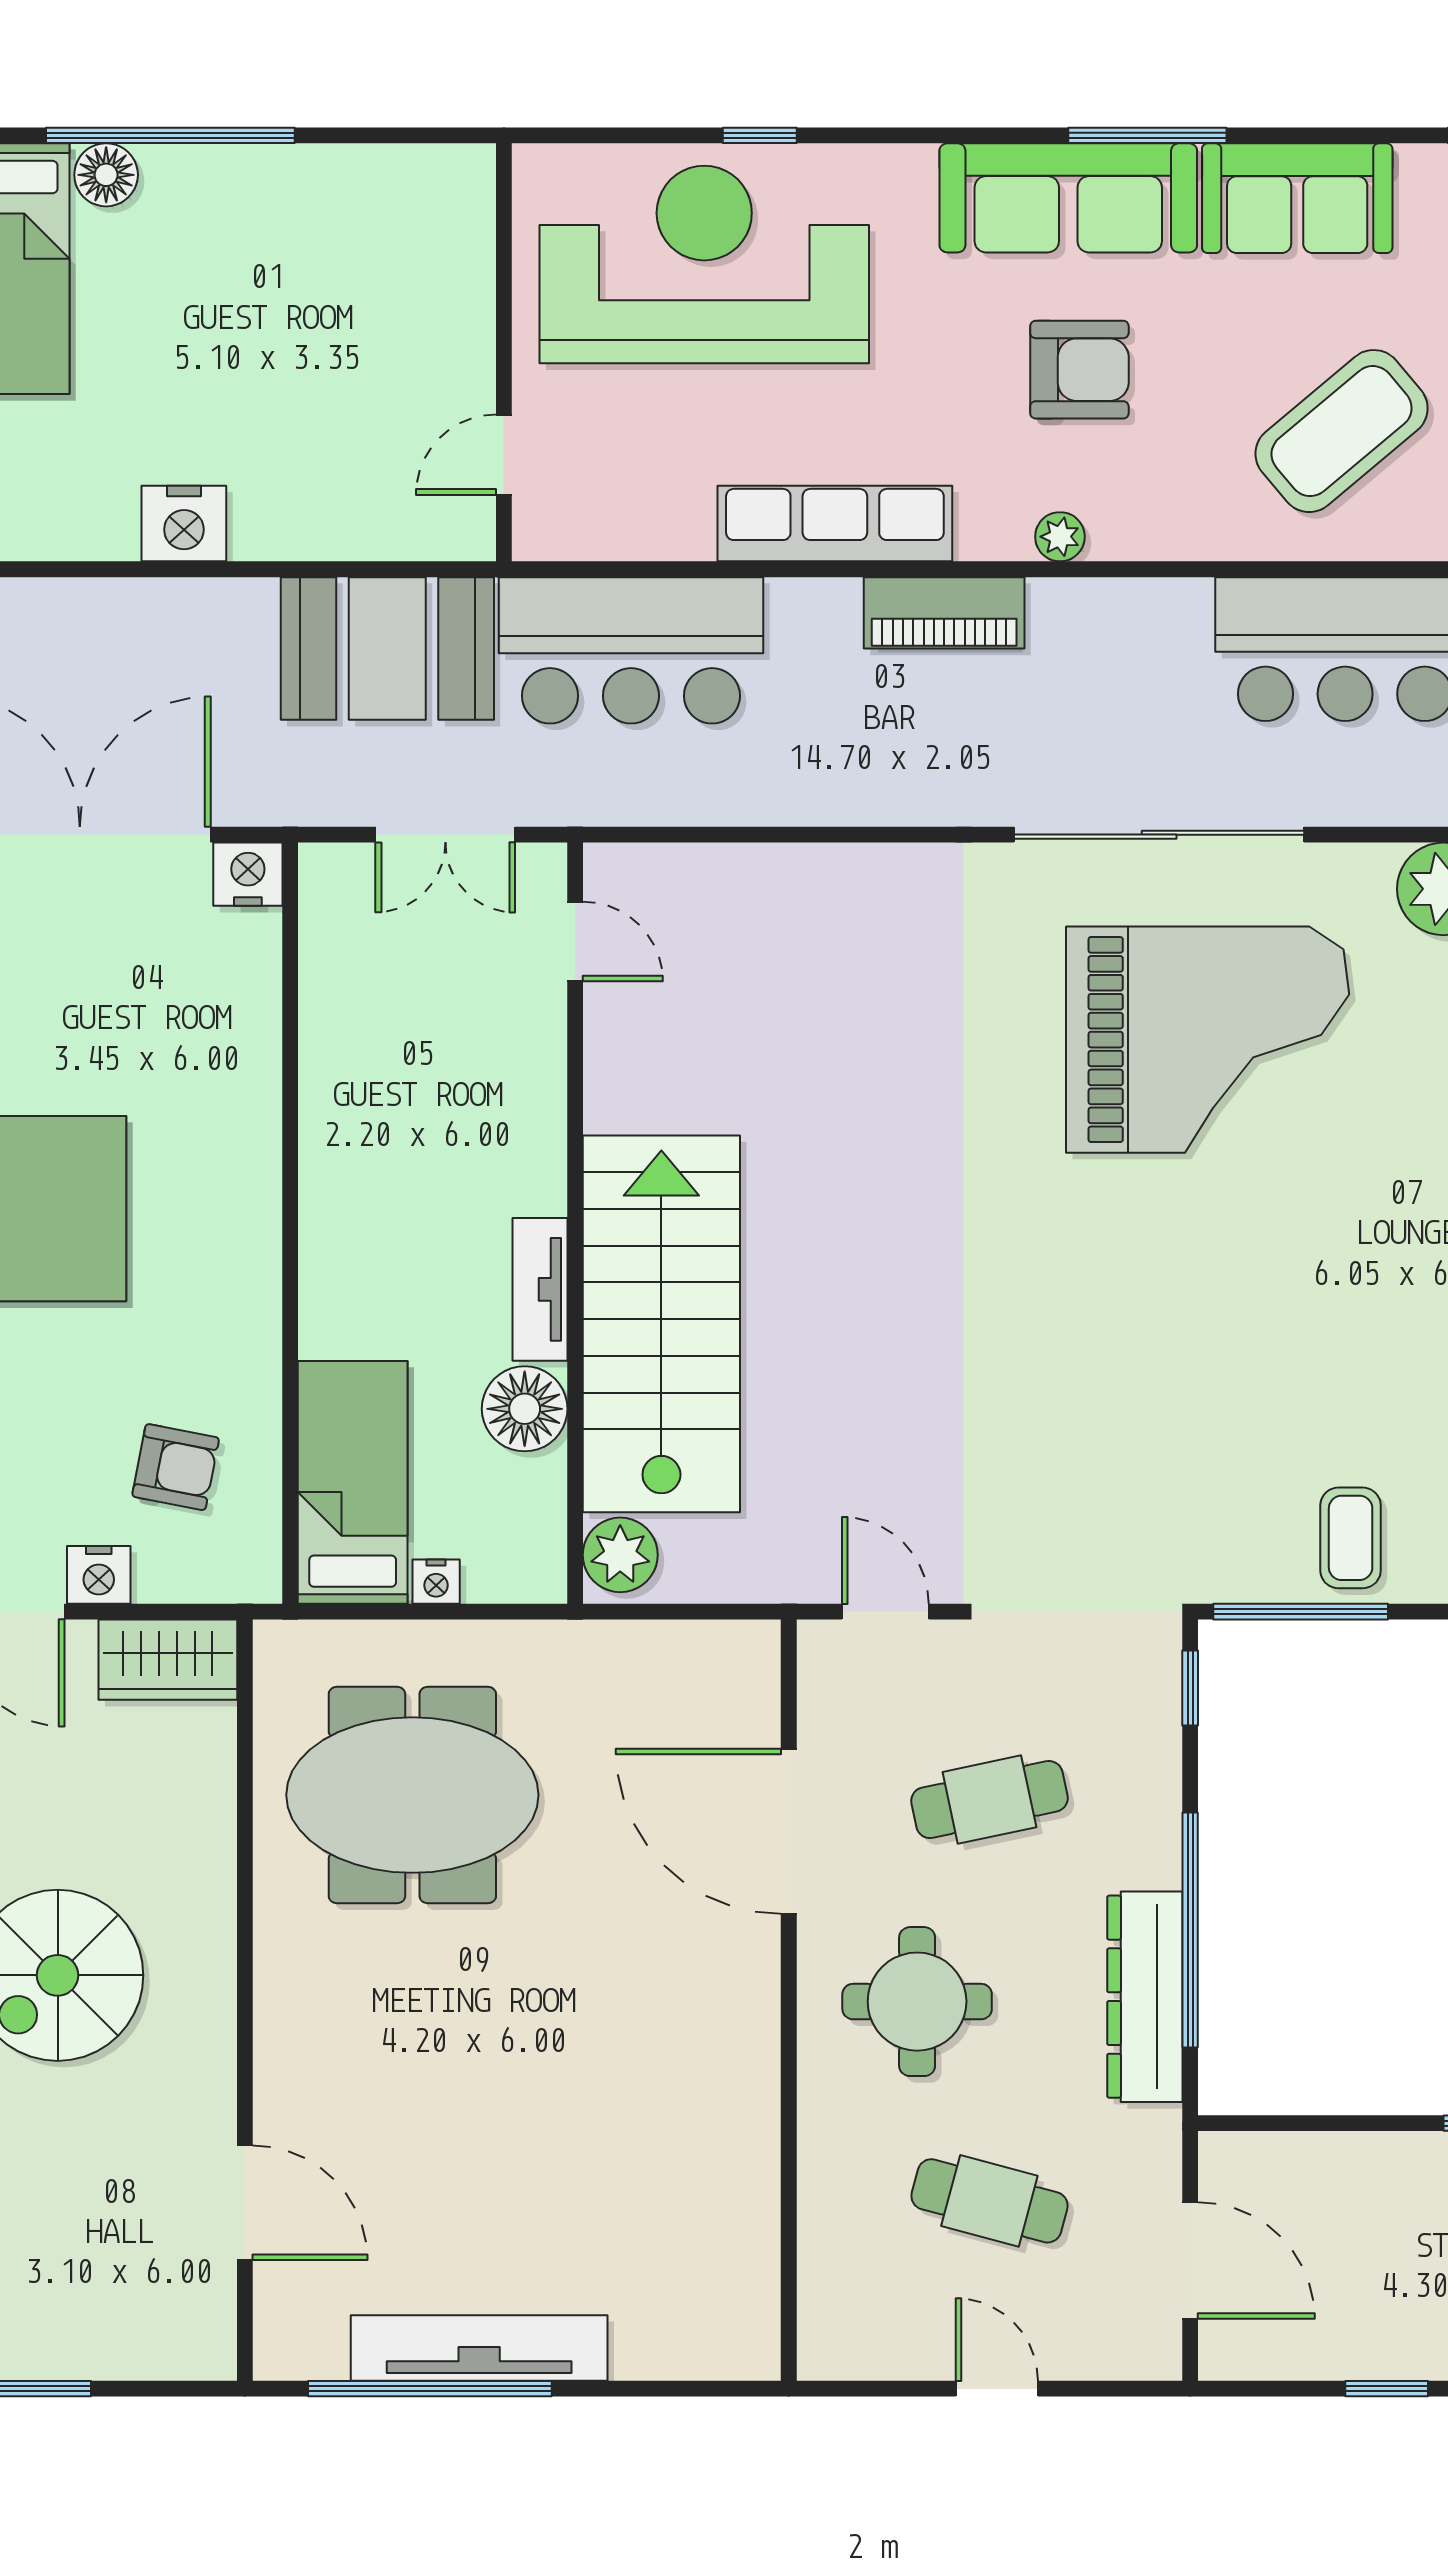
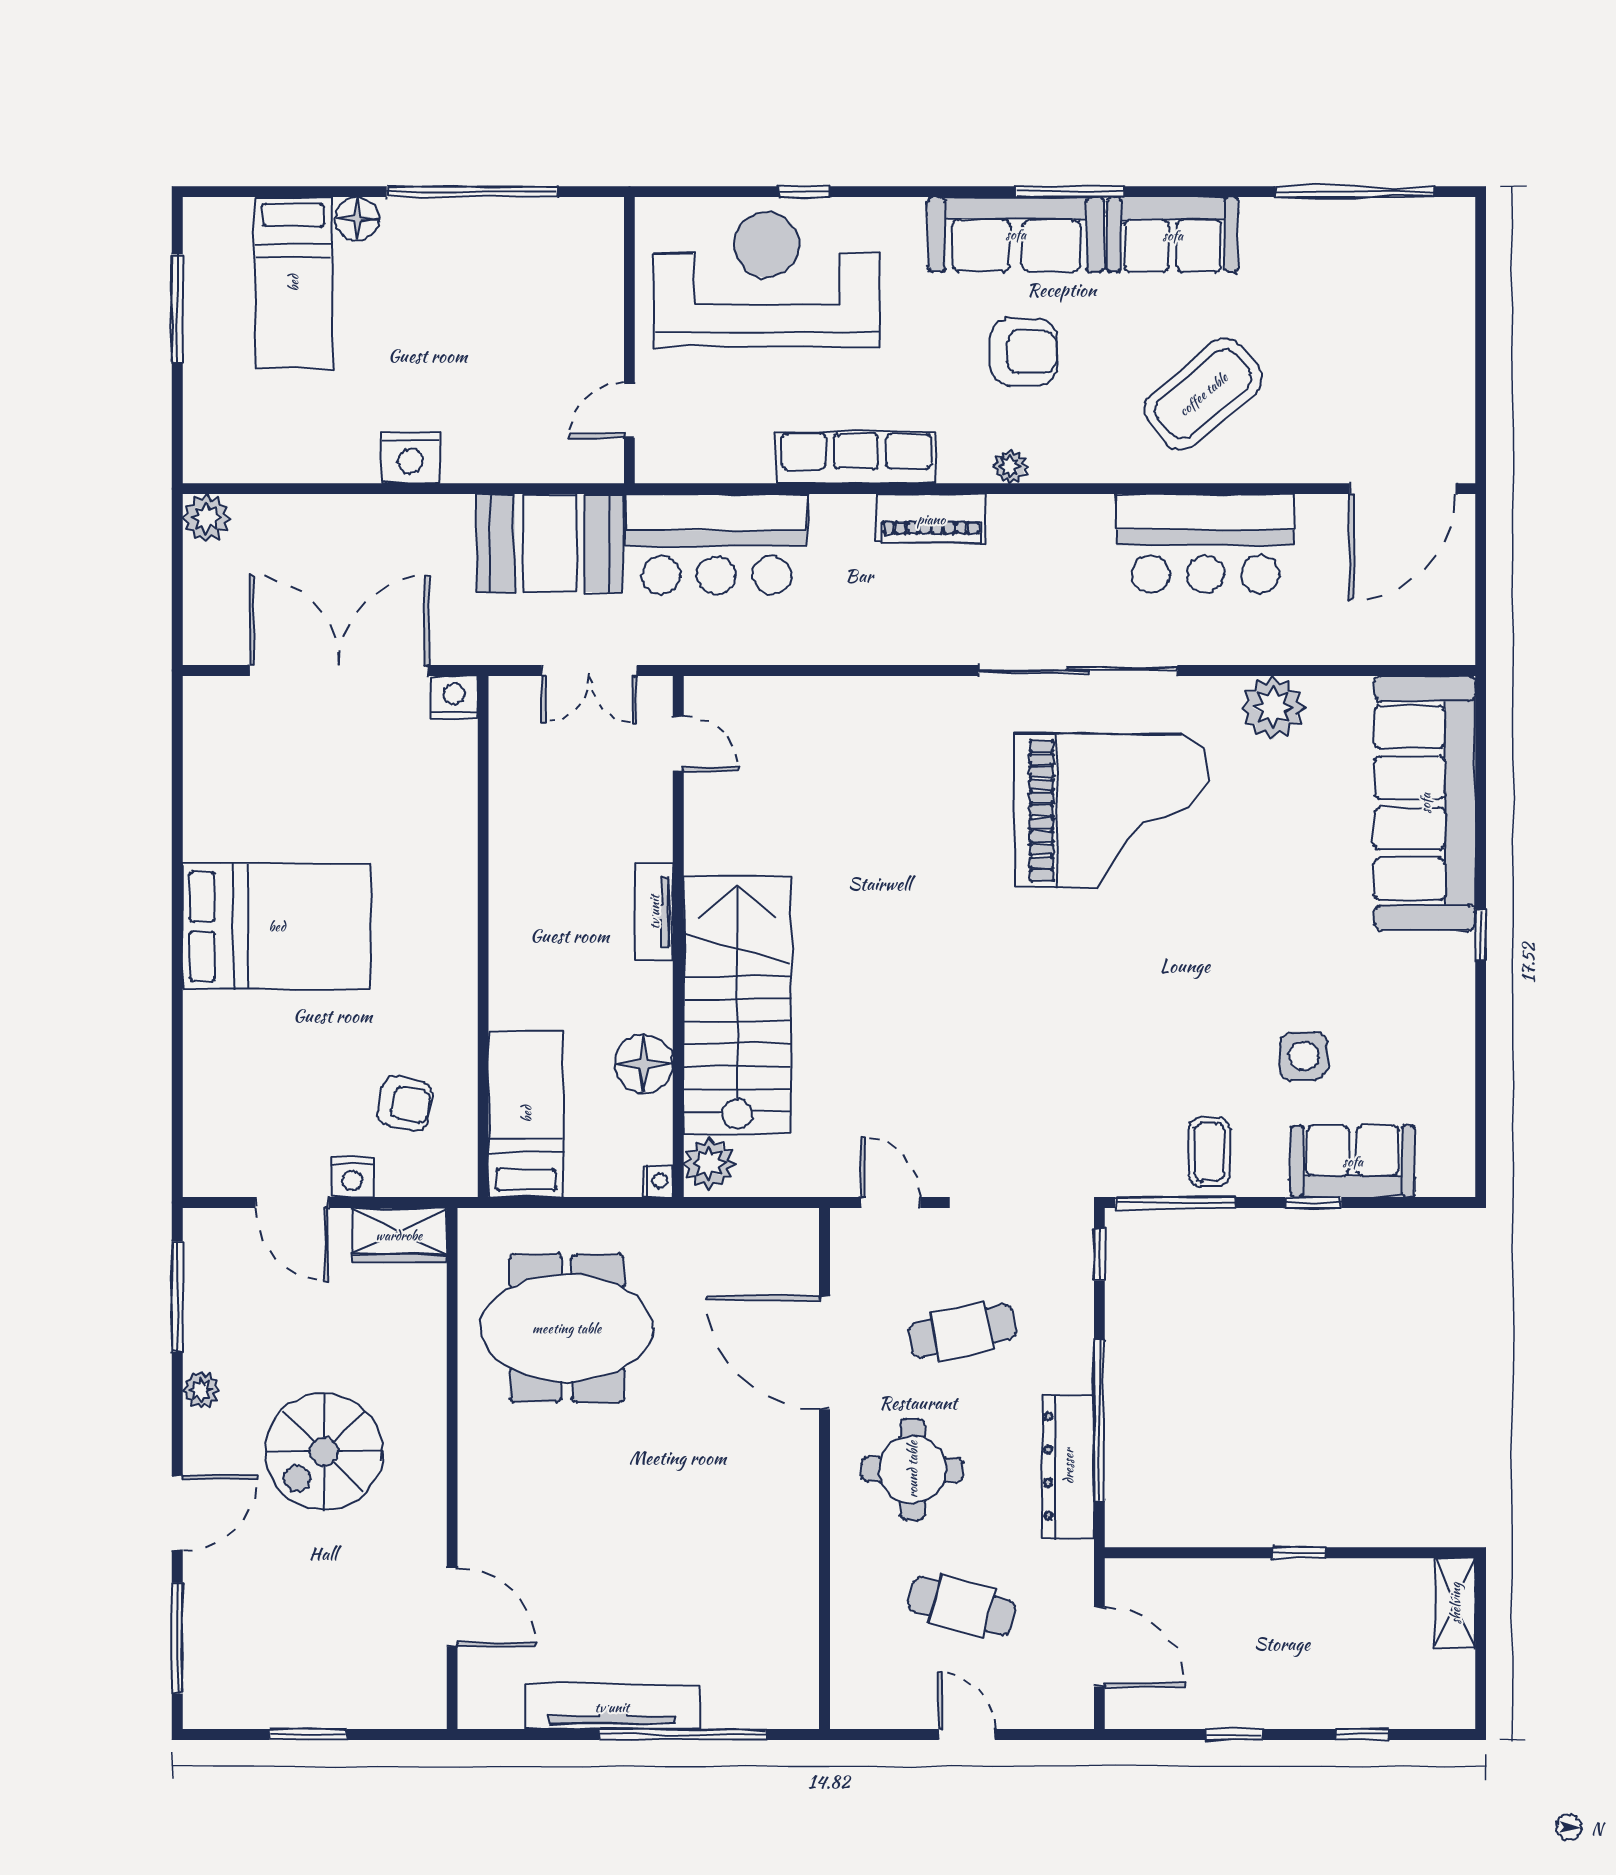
window: (170, 135) -> (472, 192), moved
tv unit: (540, 1289) -> (654, 912), moved
nightstand: (436, 1582) -> (658, 1181), moved, turned -90
window: (430, 2389) -> (683, 1734), moved

